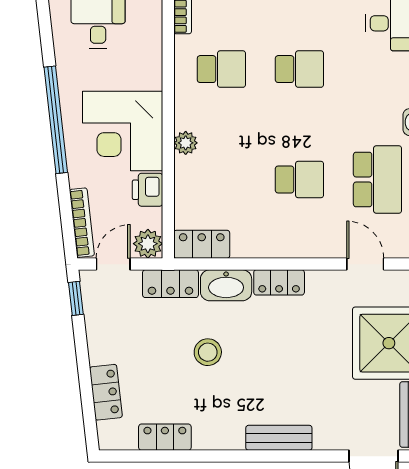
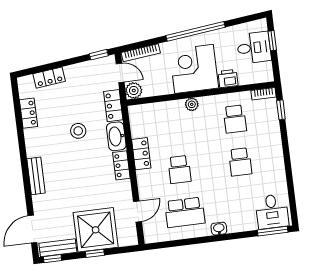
printer: (147, 190) -> (228, 79), moved
locker: (202, 244) -> (141, 154), moved

